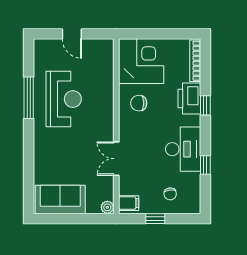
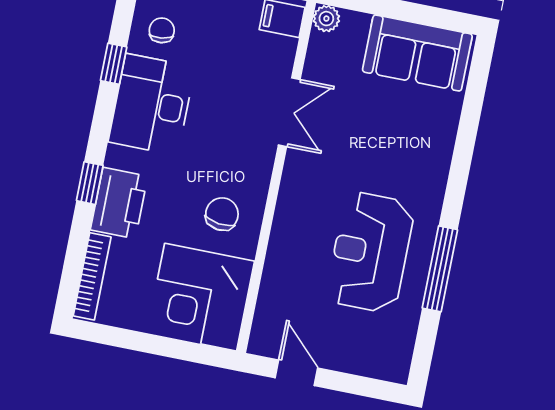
door: (72, 34) -> (296, 373), moved
chair: (139, 103) -> (222, 214), turned -83
chair: (170, 194) -> (162, 30), moved

